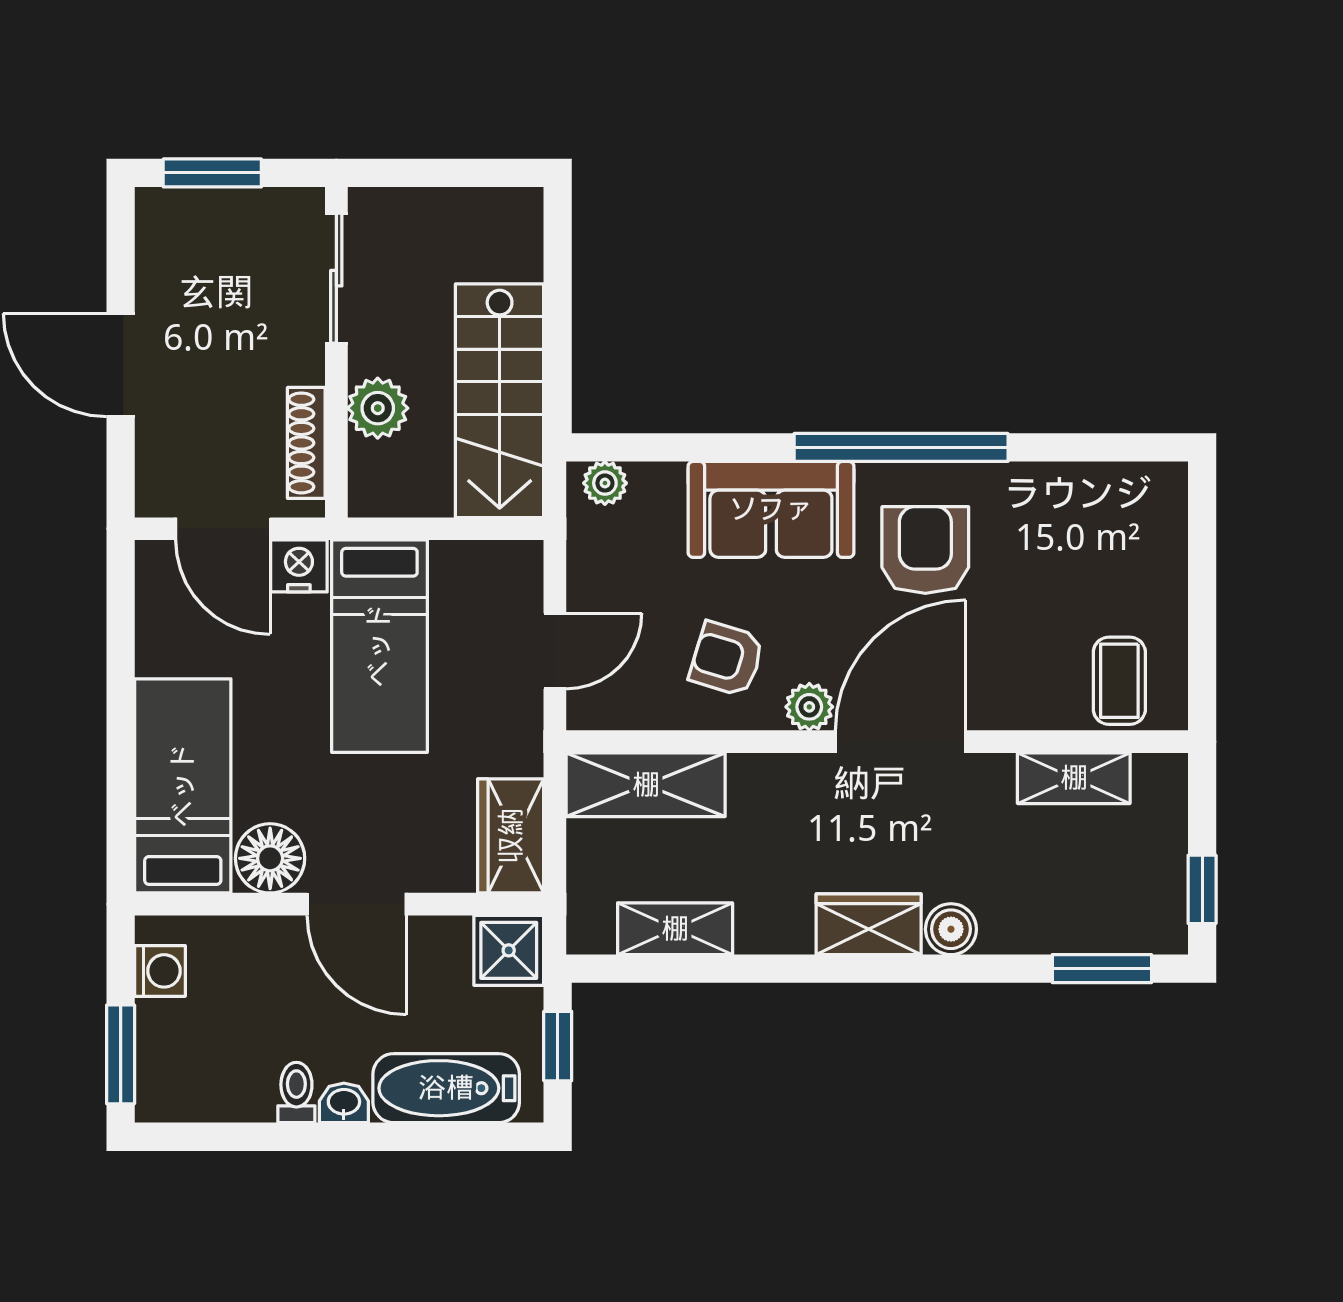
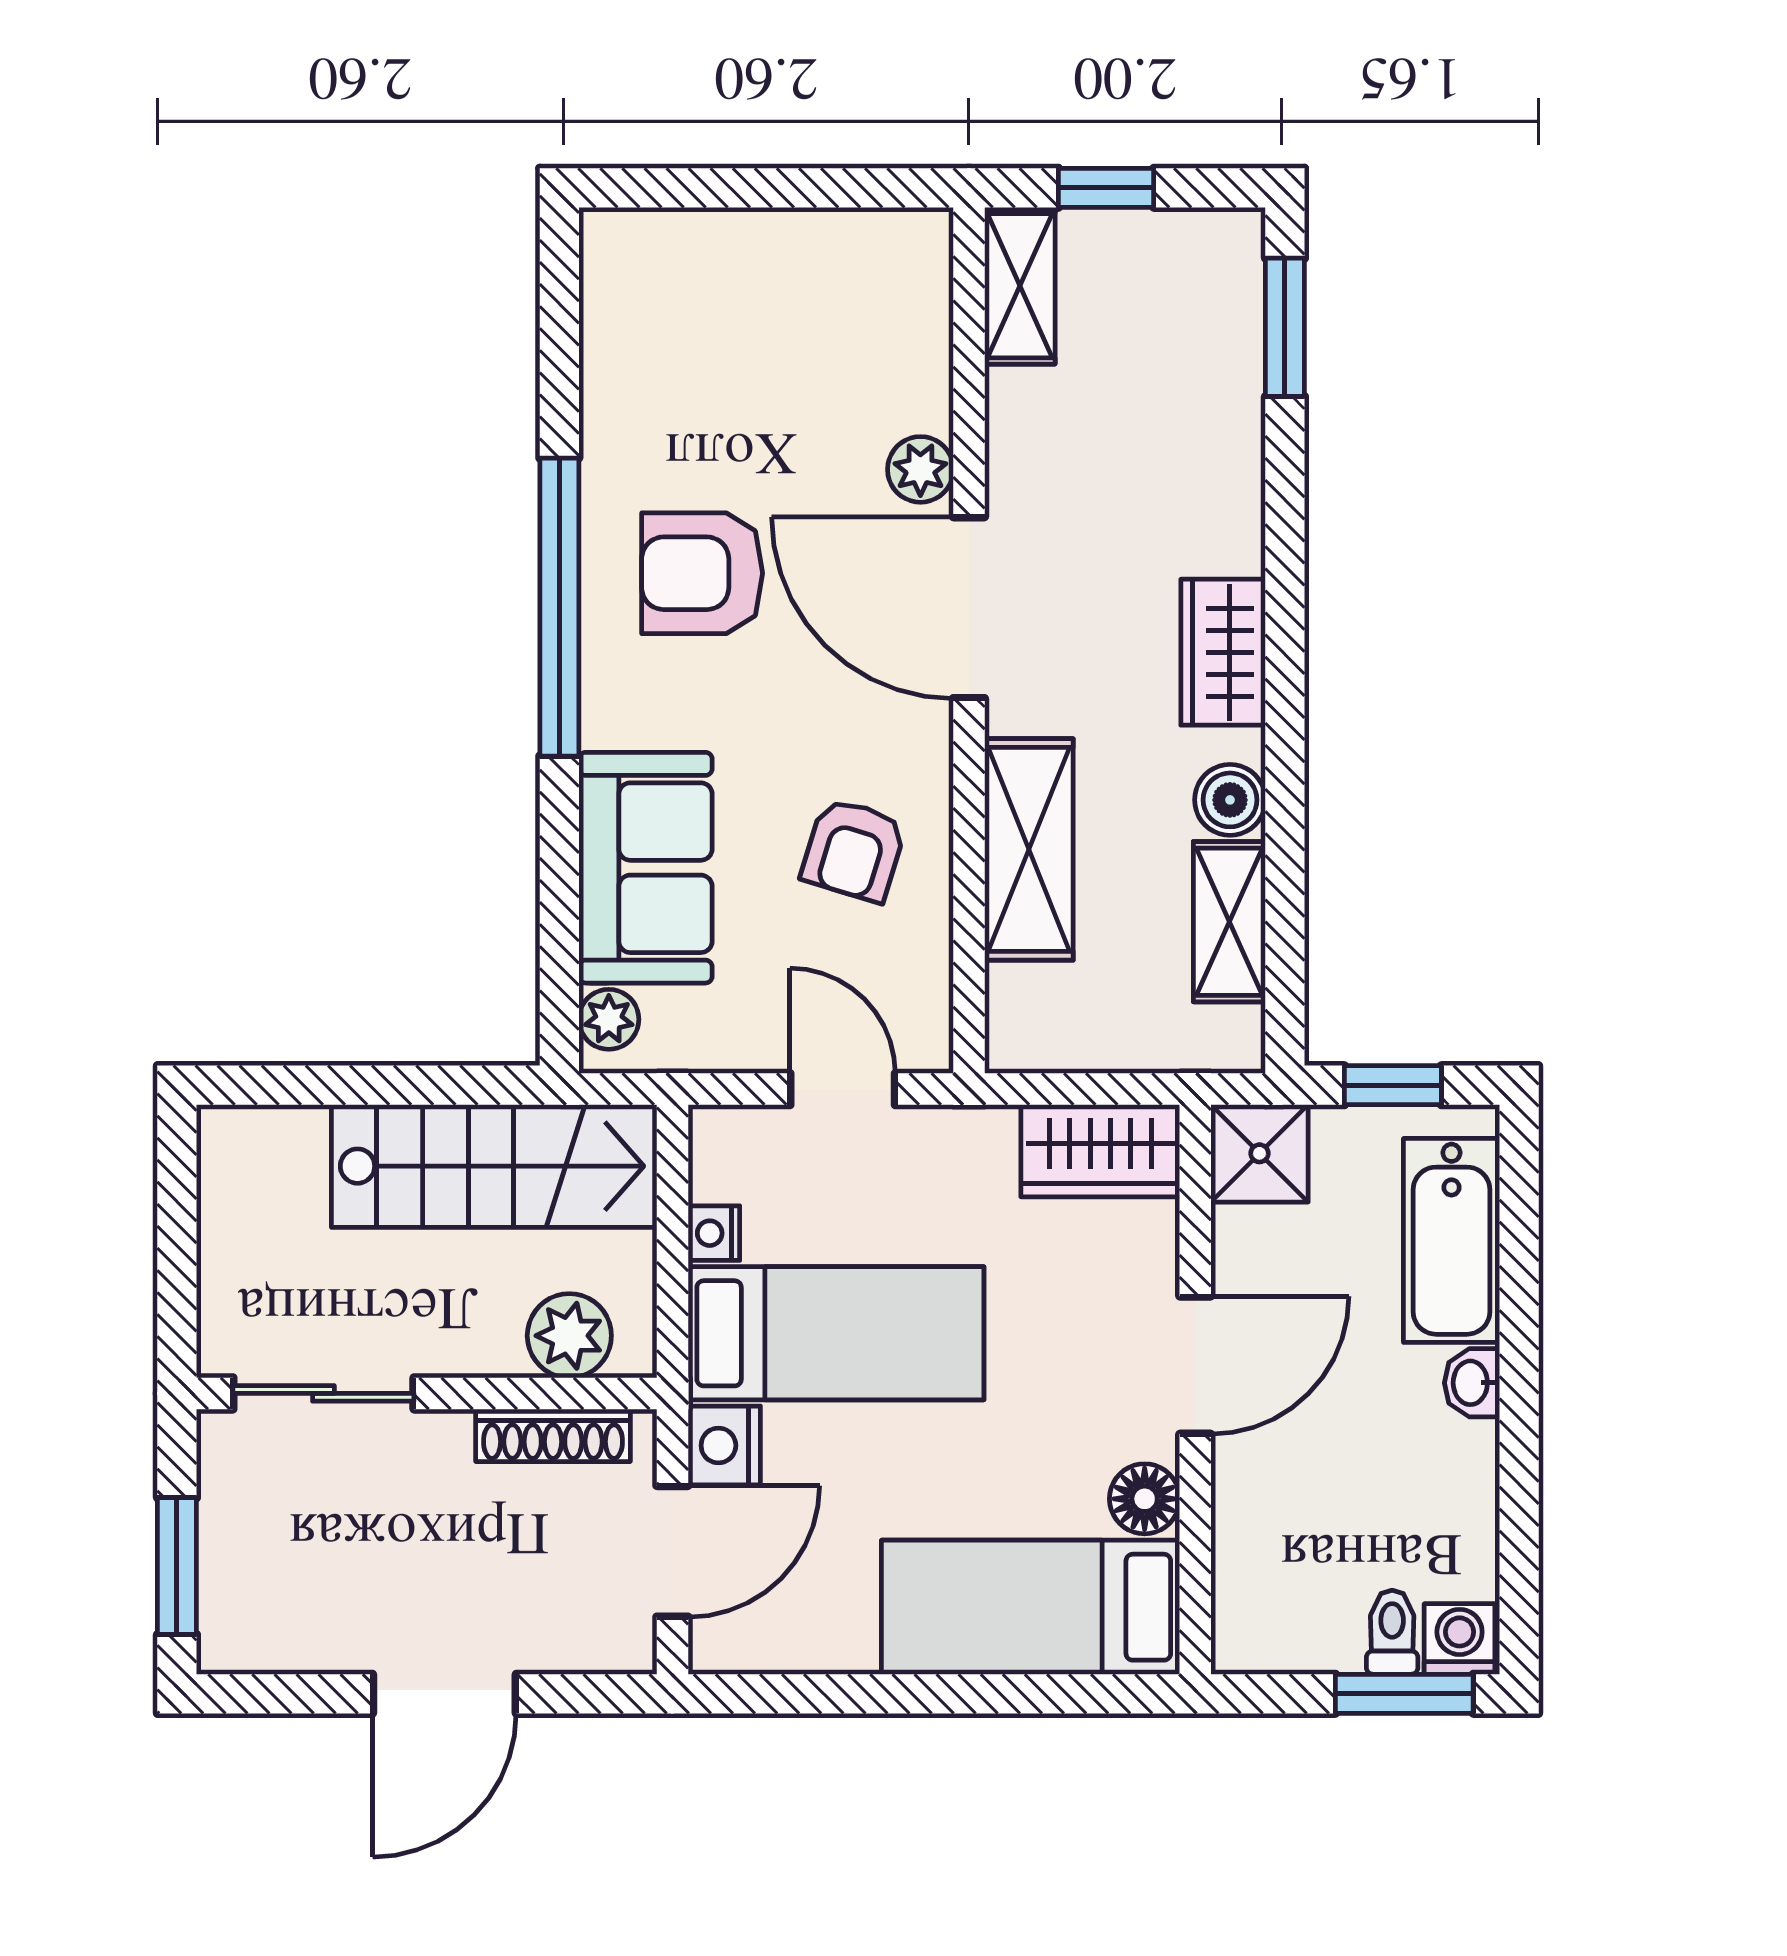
plant: (378, 408) -> (569, 1336), moved
sofa: (771, 509) -> (646, 868), moved
nightstand: (451, 558) -> (714, 1233), added
coffee table: (1119, 681) -> (884, 303), removed
plant: (809, 707) -> (920, 469), moved
shelving: (1074, 778) -> (1020, 286), moved
shelving: (646, 785) -> (1029, 849), moved
floor lamp: (270, 858) -> (1145, 1499), width x0.73, depth x0.73
window: (1202, 889) -> (1106, 188), moved
boiler: (951, 929) -> (1230, 800), moved
washing machine: (160, 971) -> (1460, 1639), moved
toilet: (296, 1093) -> (1392, 1632), moved, turned 90

